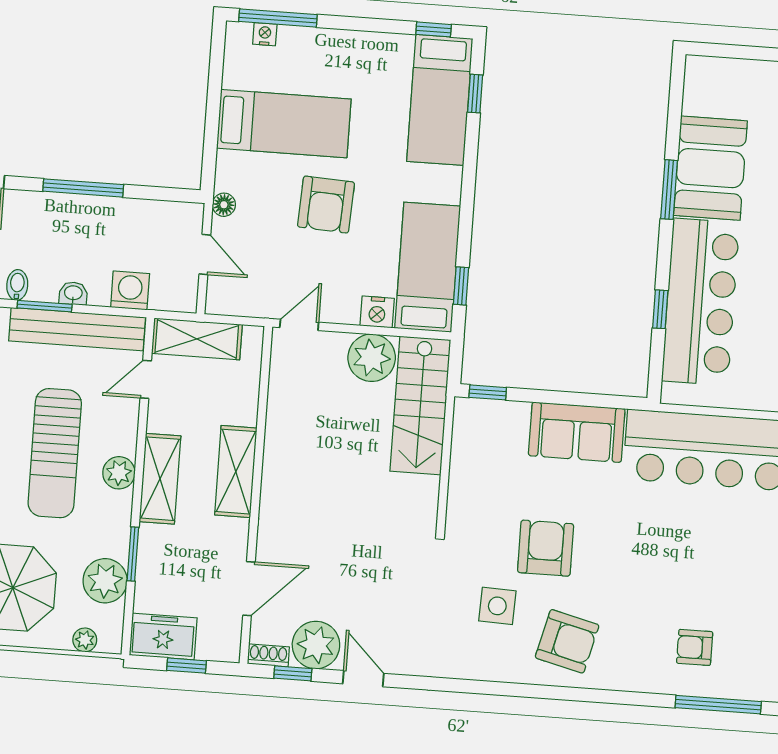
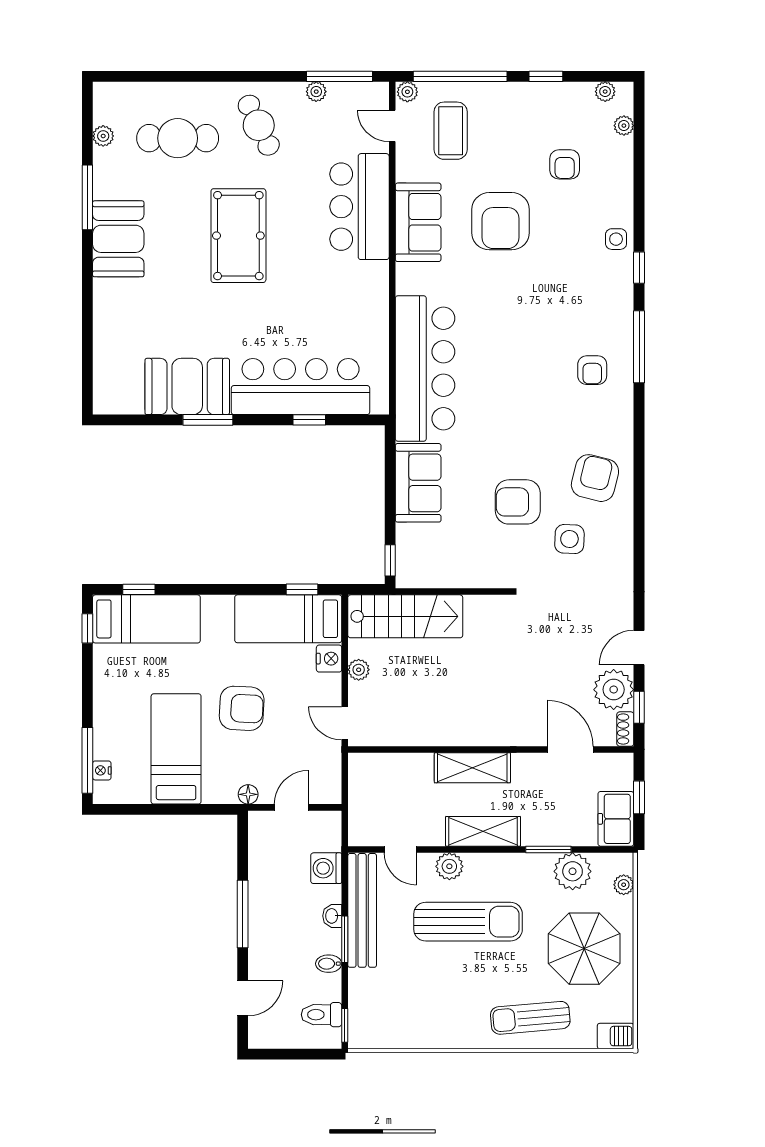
shelving: (197, 339) -> (363, 809), removed
plant: (372, 358) -> (359, 670), width x0.53, depth x0.53
plant: (119, 473) -> (449, 866), moved

